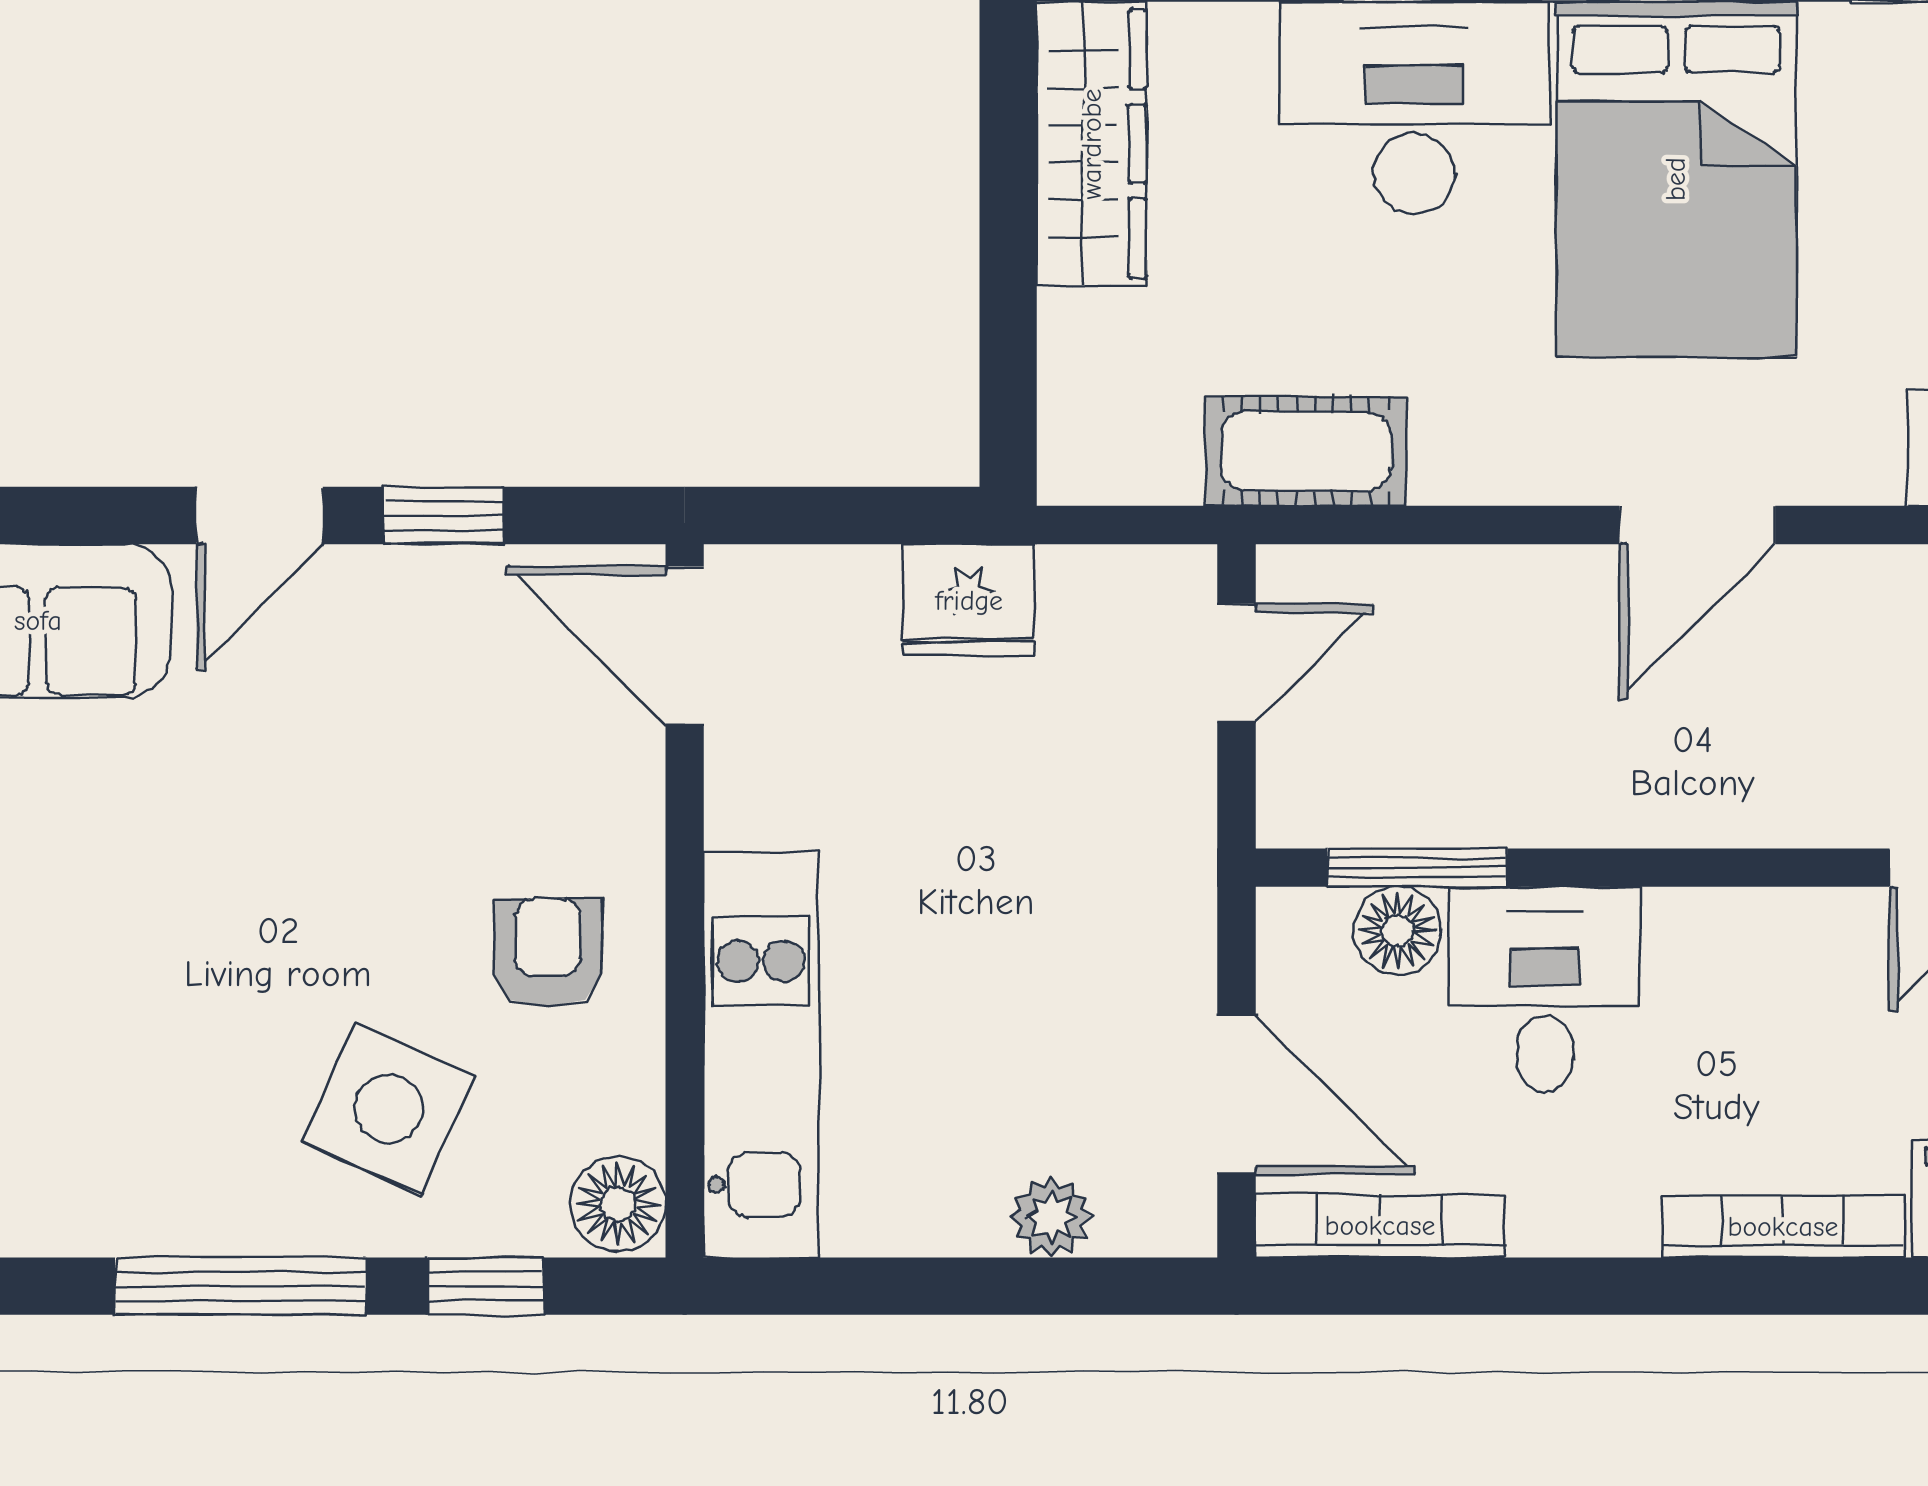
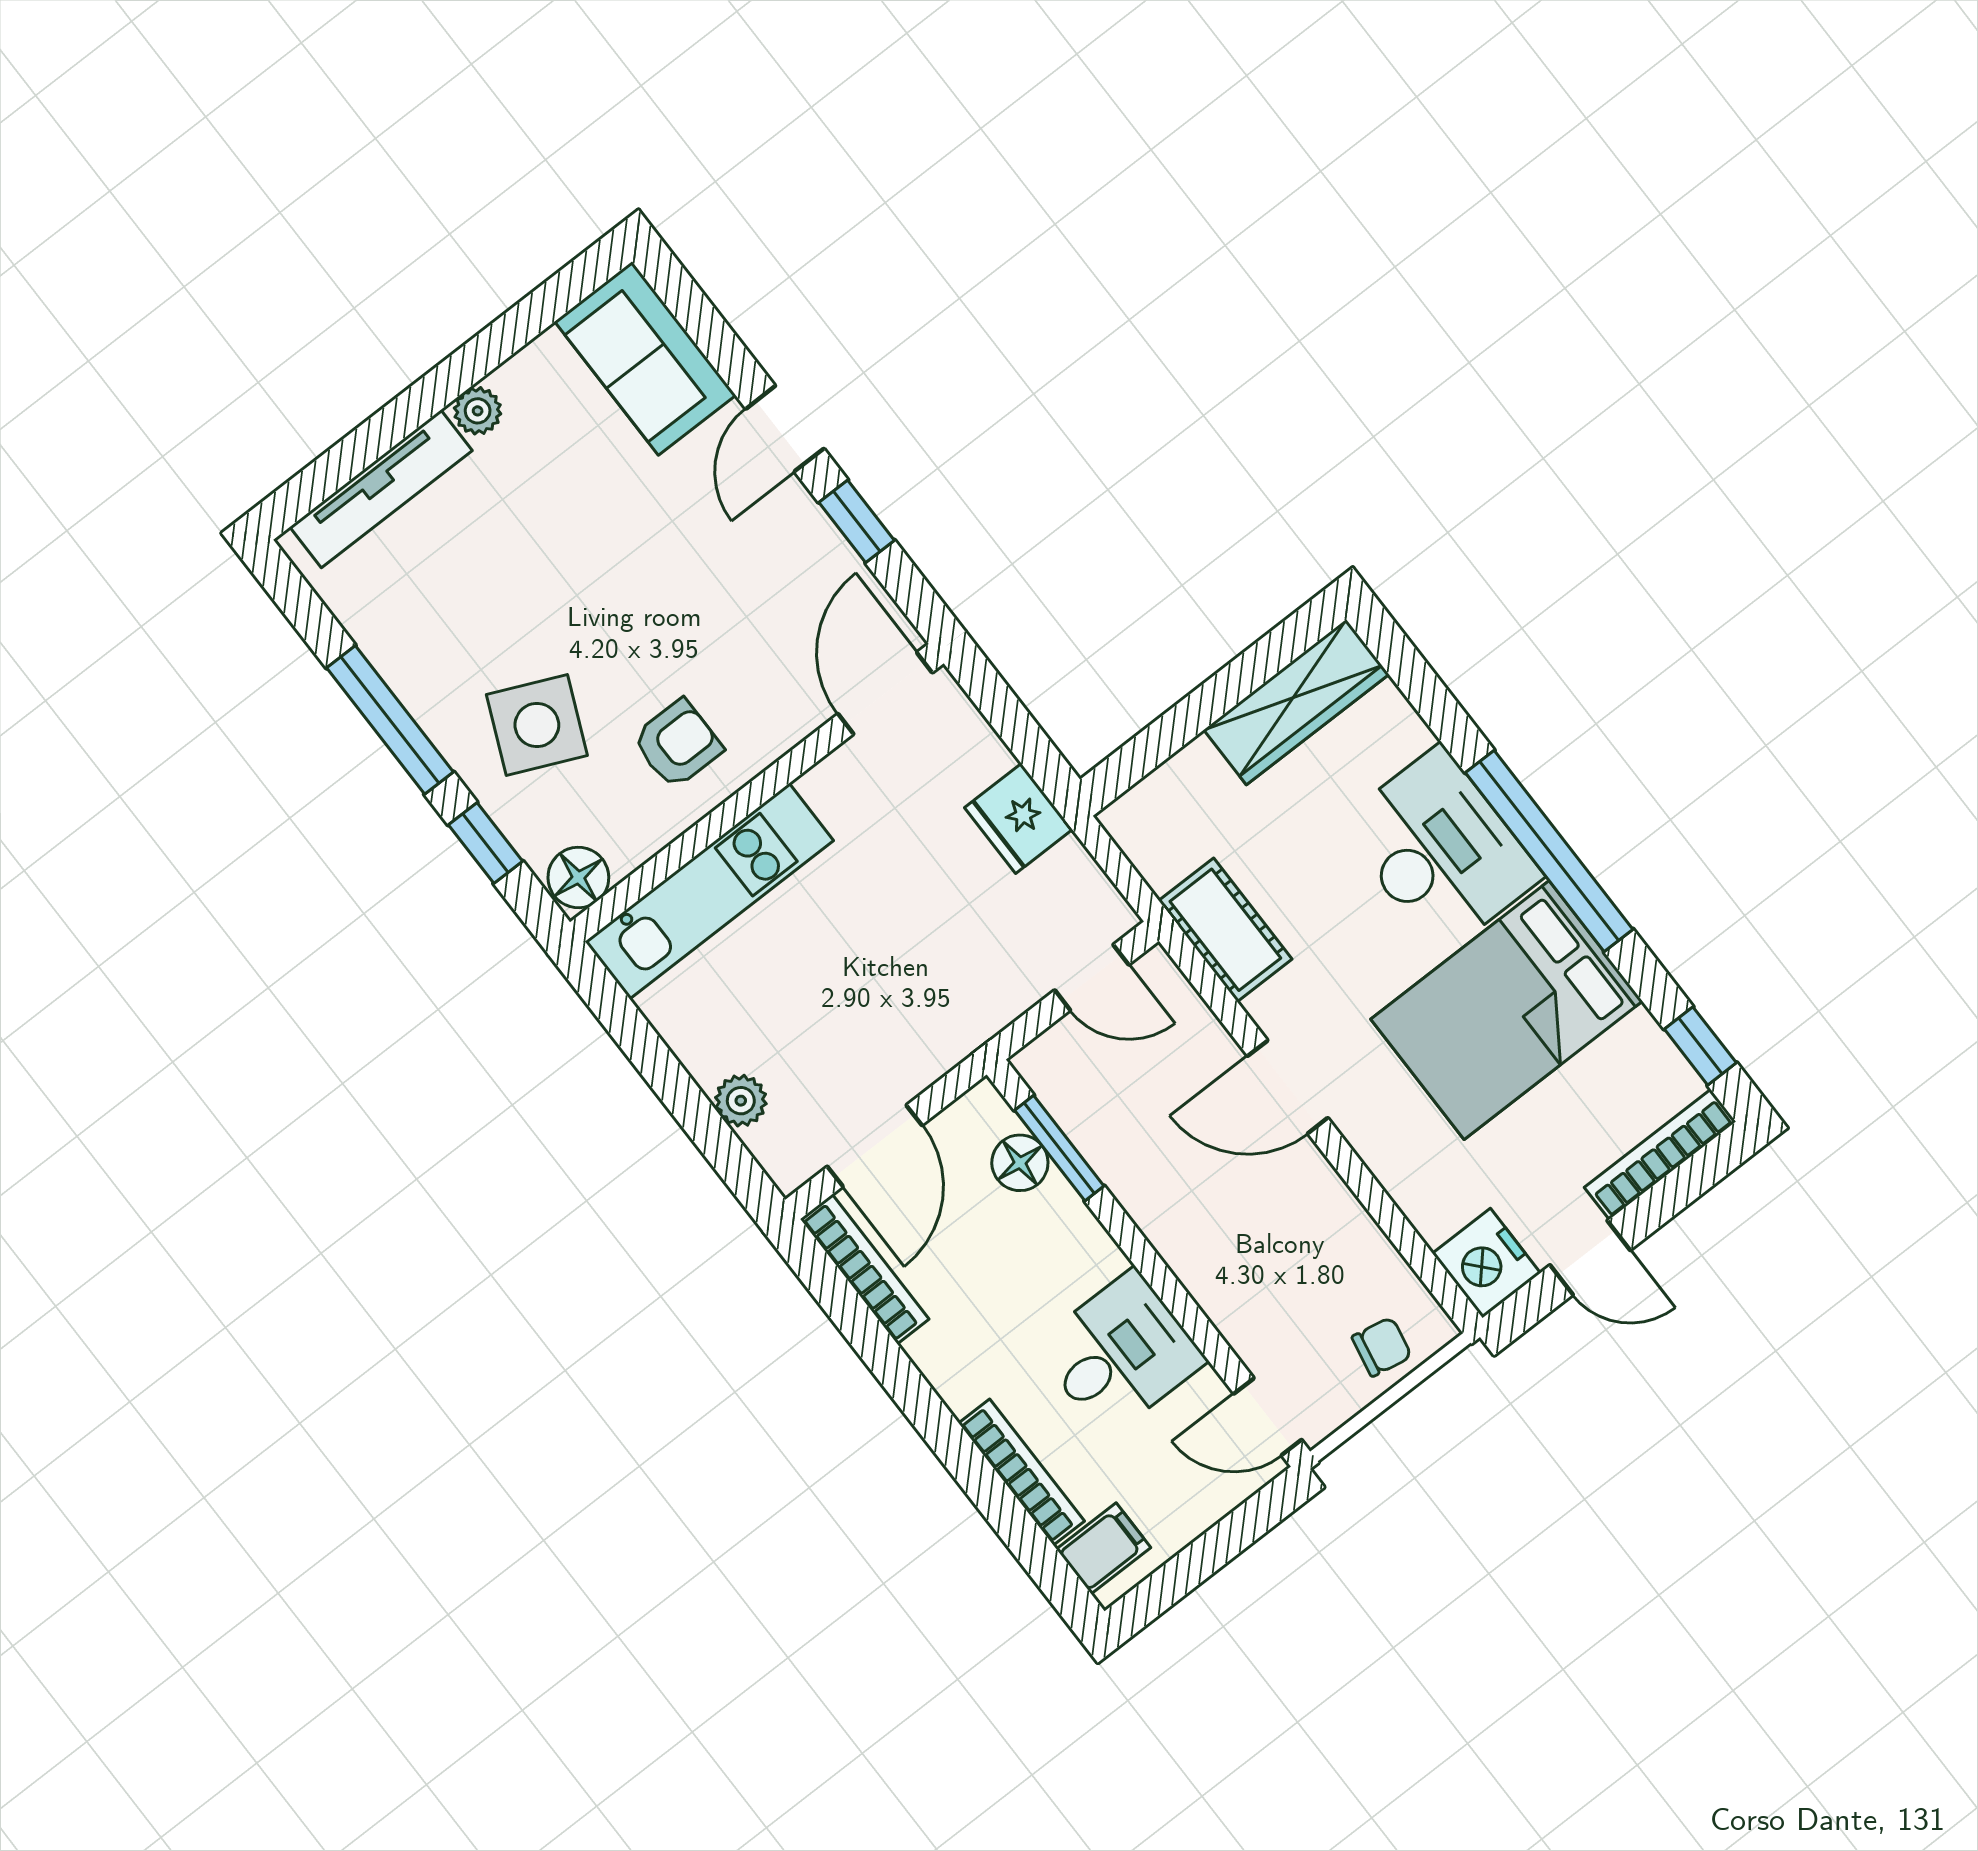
door: (260, 515) -> (785, 429), hinge flipped
door: (1697, 525) -> (1288, 1087), moved
desk: (1545, 990) -> (1120, 1353), moved

